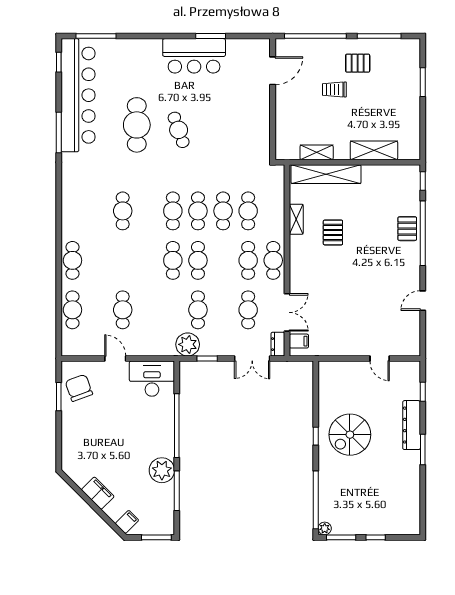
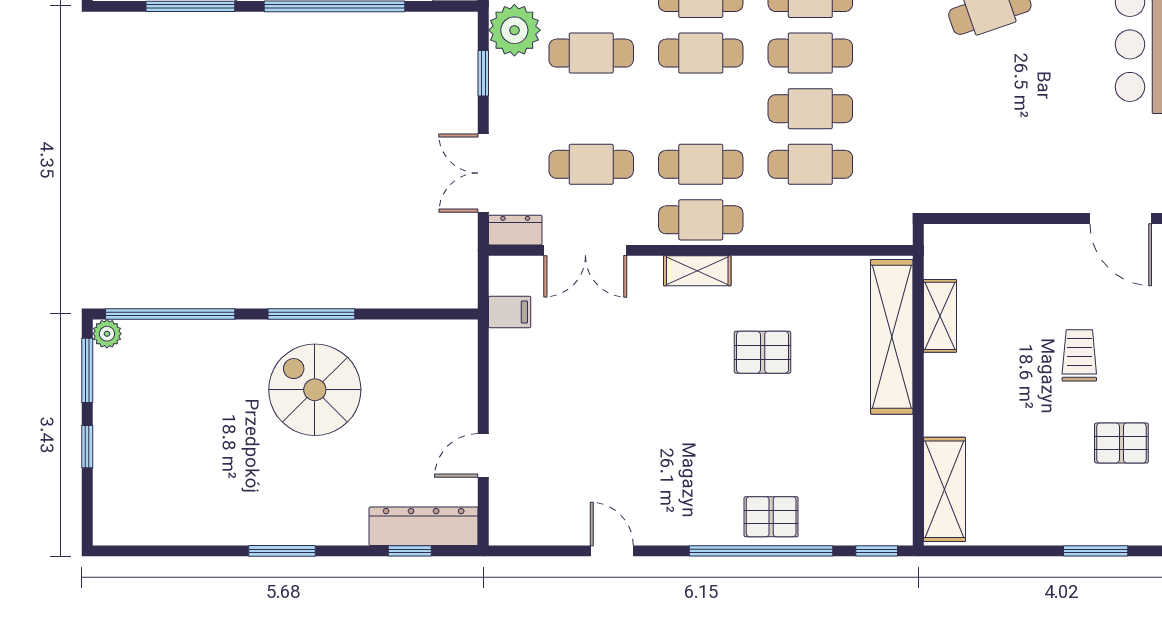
pallet: (358, 63) -> (1121, 443), moved, turned 90
shelving: (374, 150) -> (944, 489), moved
shelving: (296, 219) -> (697, 271), moved
filing cabinet: (299, 341) -> (510, 312), moved, turned -90
dresser: (412, 425) -> (424, 526), moved
window: (316, 436) -> (311, 314), width x2.17

